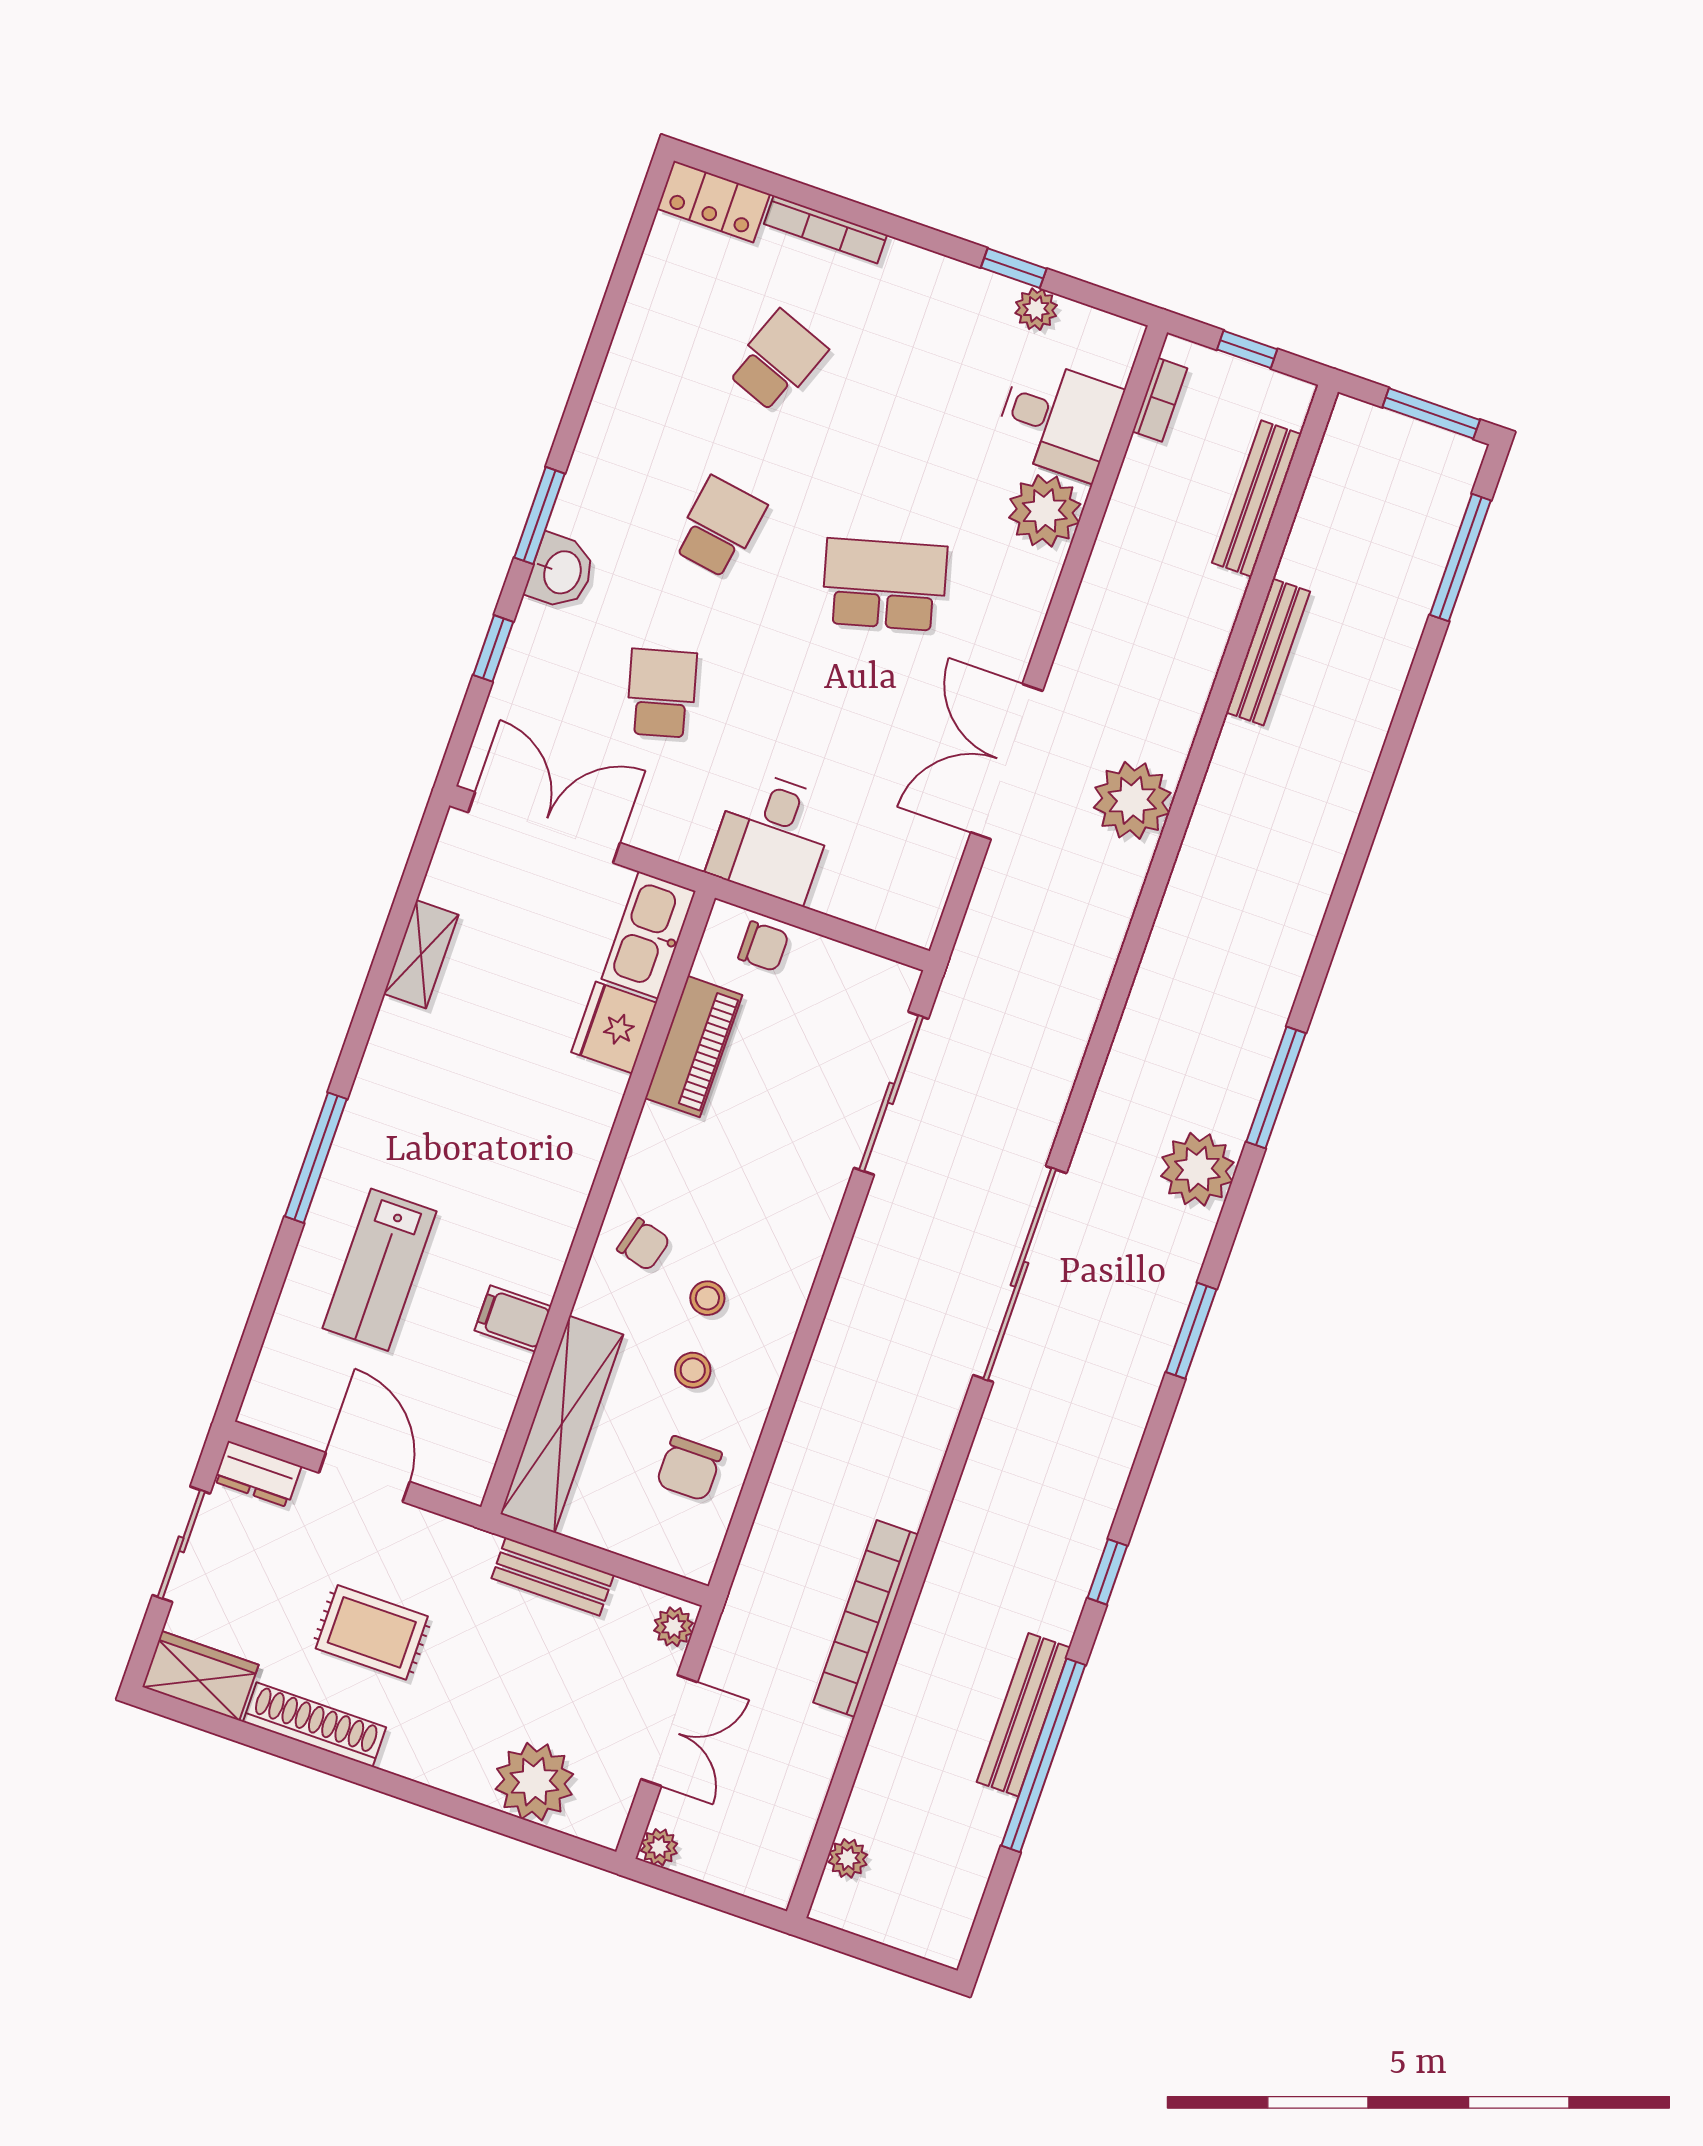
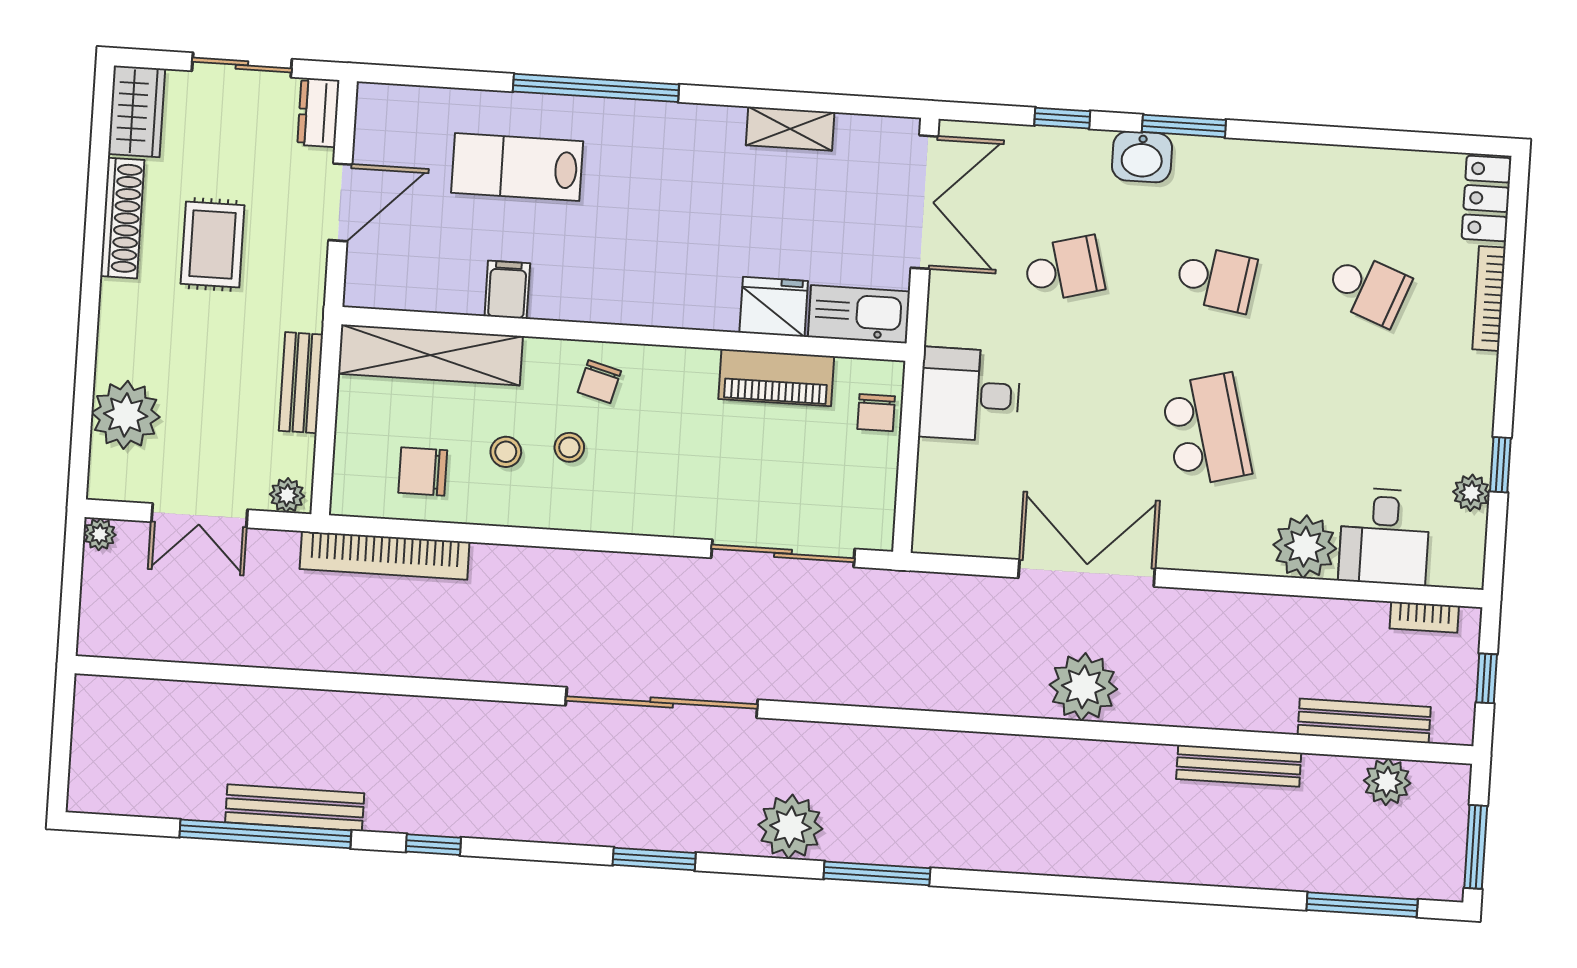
window: (316, 1158) -> (596, 88), width x1.46
bookcase: (866, 1618) -> (385, 555), moved, turned 180
plant: (848, 1858) -> (1387, 782), moved, width x1.38, depth x1.38

